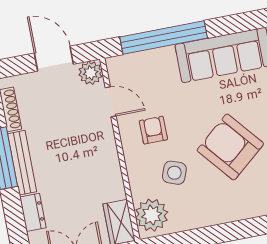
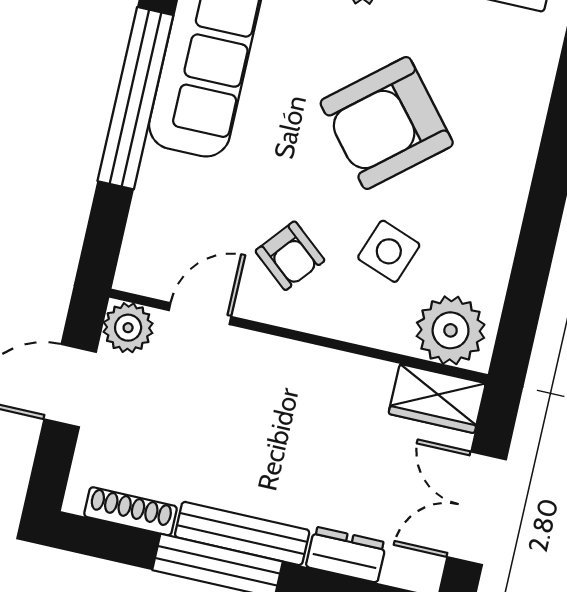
window: (164, 37) -> (135, 98), moved
armchair: (153, 130) -> (290, 256), turned -140

